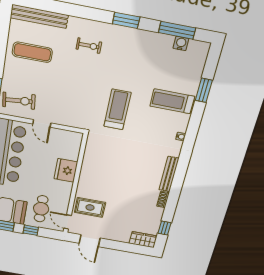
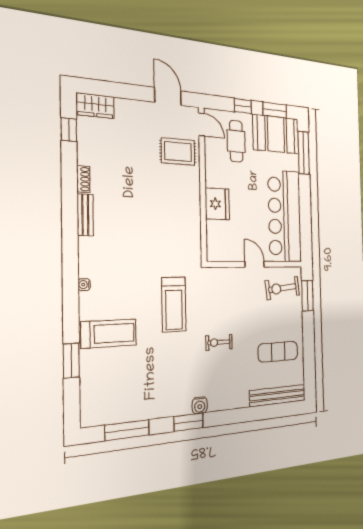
water cooler: (181, 43) -> (200, 405), moved
exercise bike: (89, 46) -> (219, 342), moved
bench: (169, 174) -> (85, 215), width x0.73

